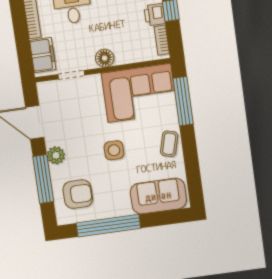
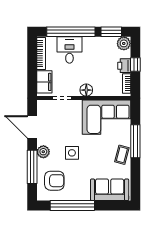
window: (183, 101) -> (135, 141), moved
side table: (114, 150) -> (72, 153), moved

